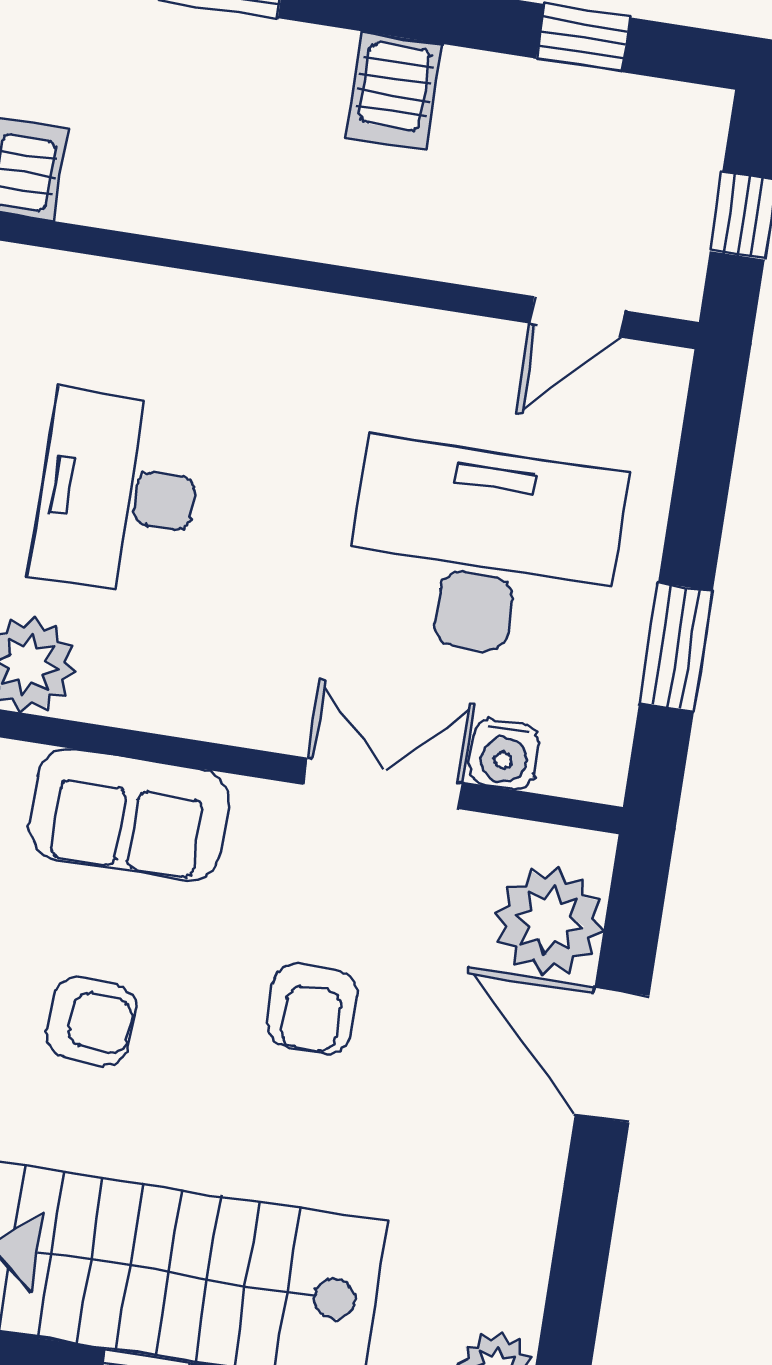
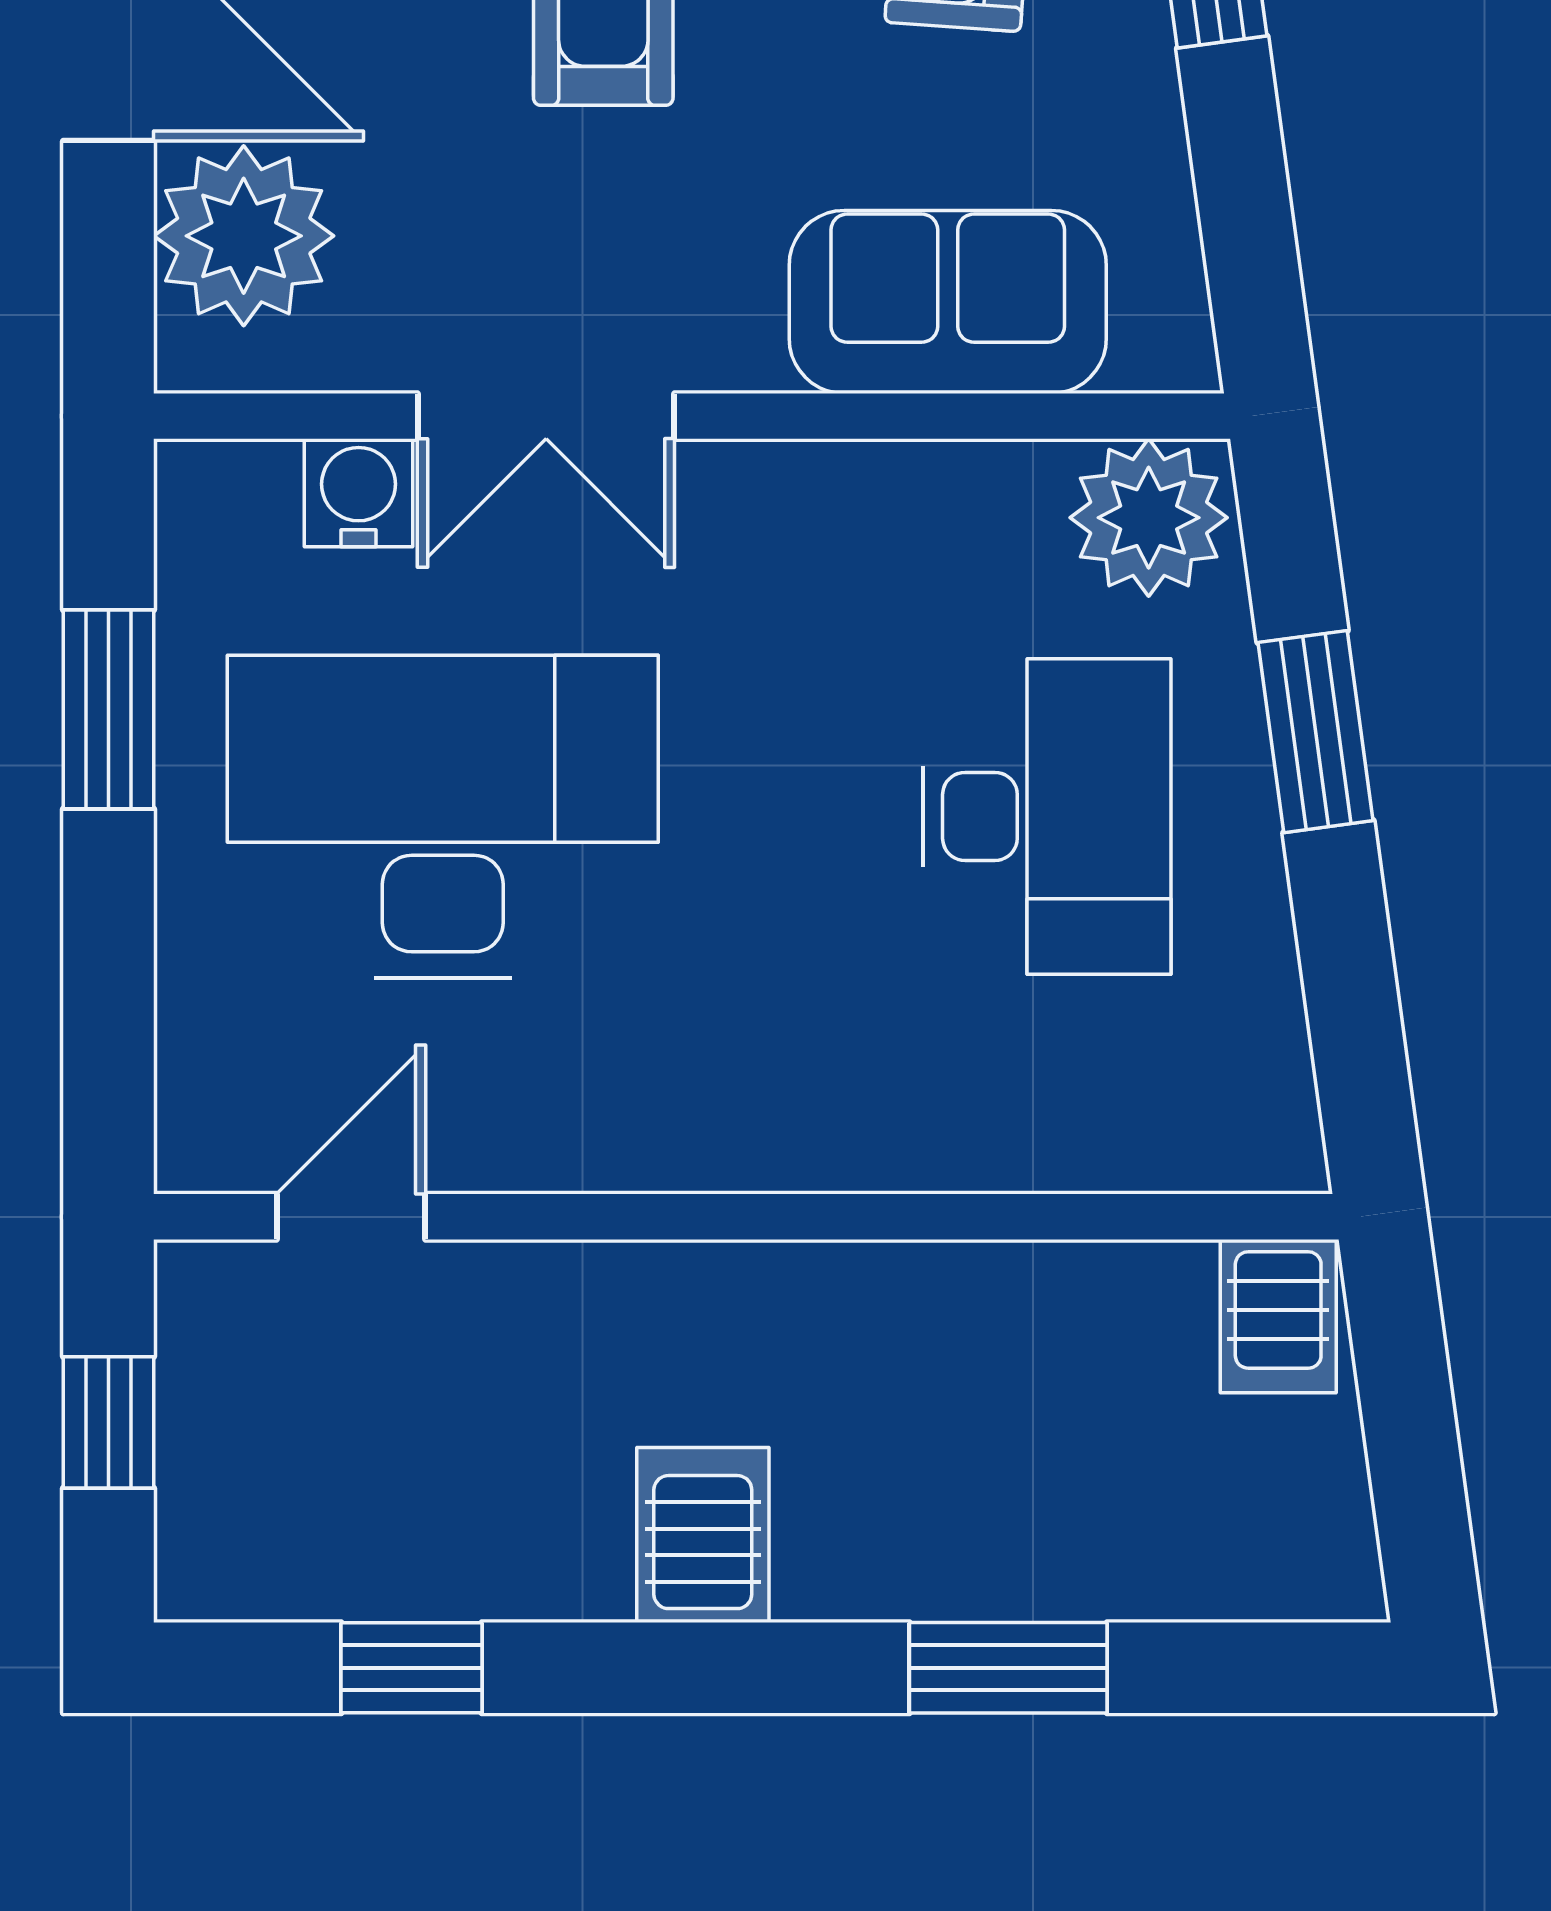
desk: (484, 551) -> (443, 816), turned 180

